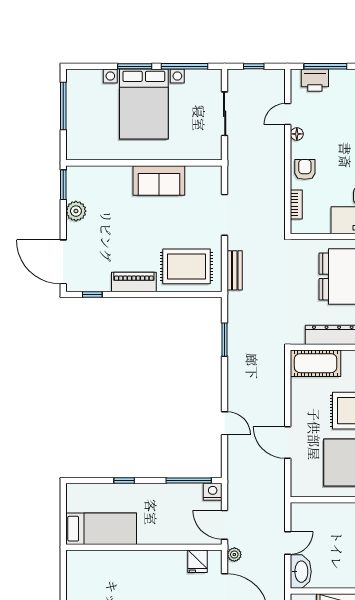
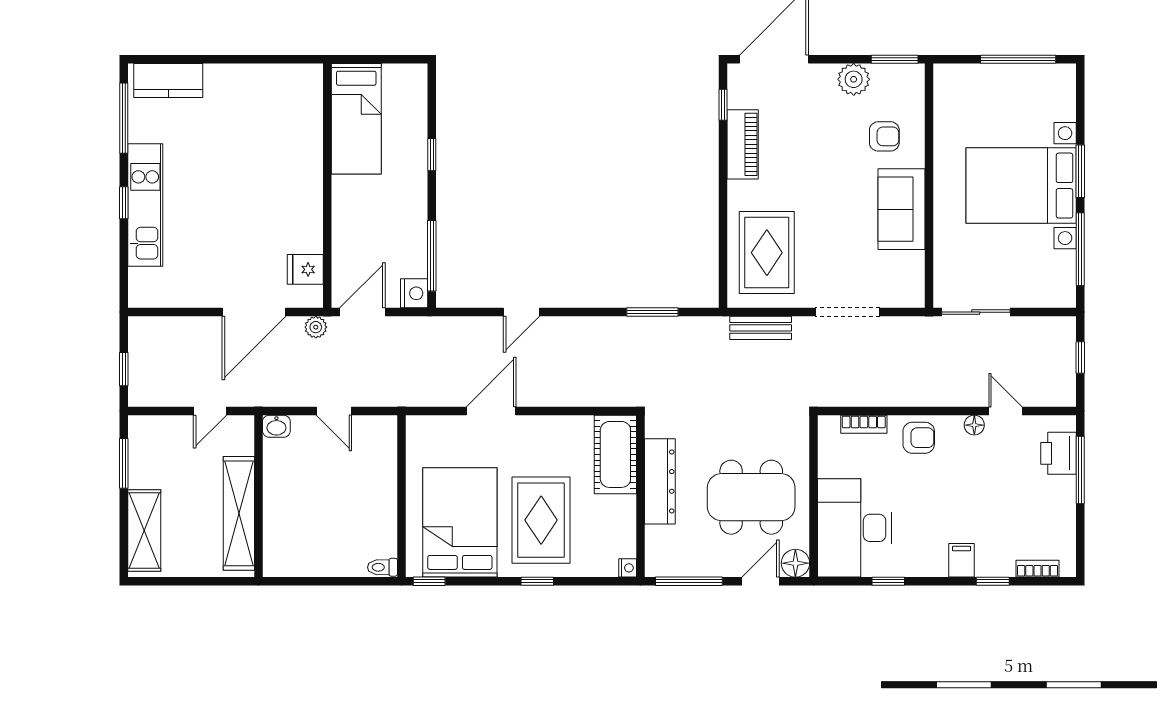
sliding door: (225, 114) -> (976, 312), moved
armchair: (112, 191) -> (884, 136), added
piano: (134, 282) -> (743, 144), moved
washbasin: (301, 572) -> (276, 426), width x0.52, depth x0.69

